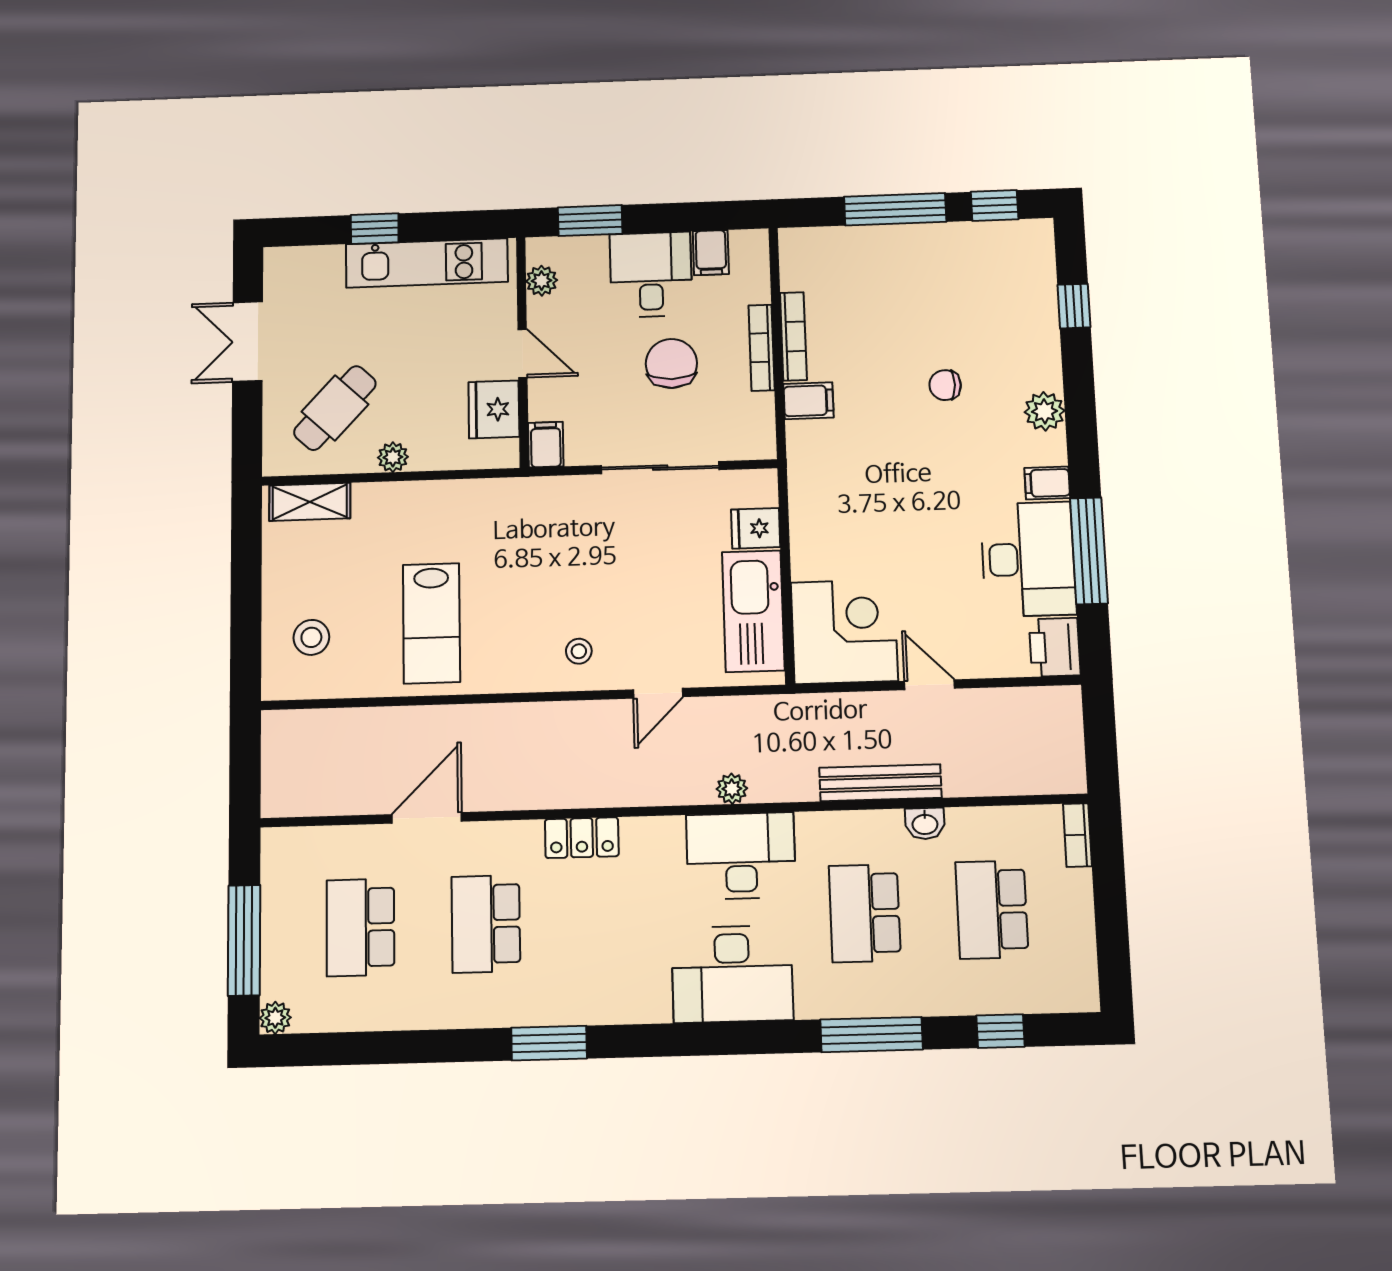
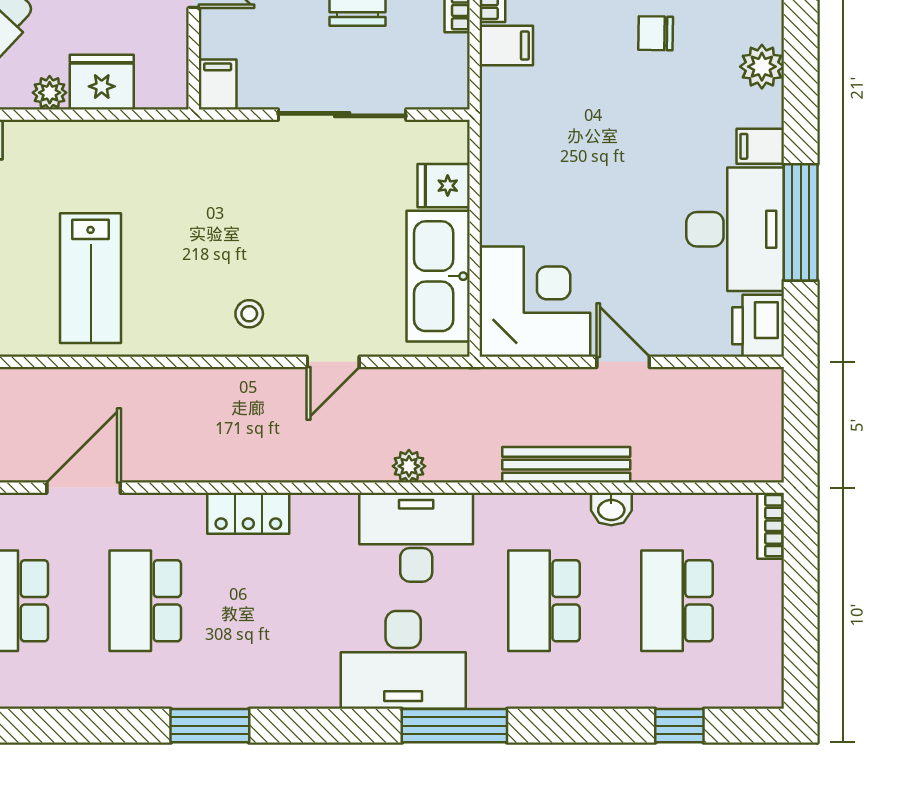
fridge: (494, 409) -> (102, 82), moved, turned 90
window: (872, 1035) -> (454, 726), moved

